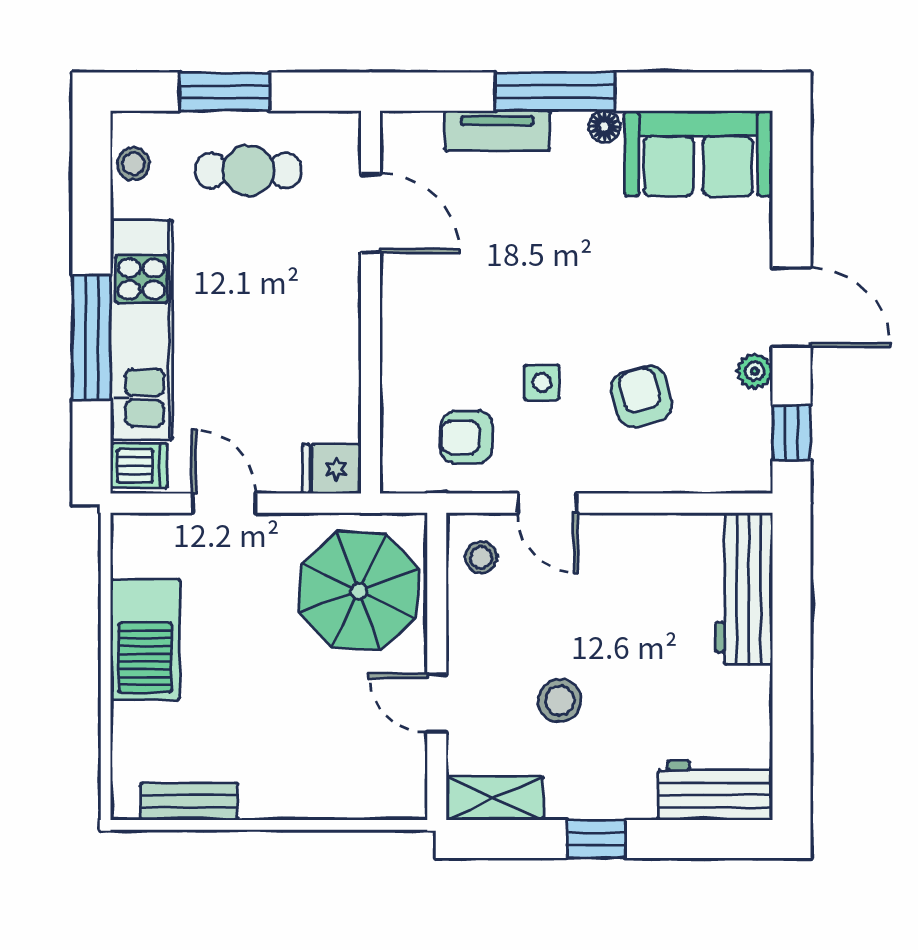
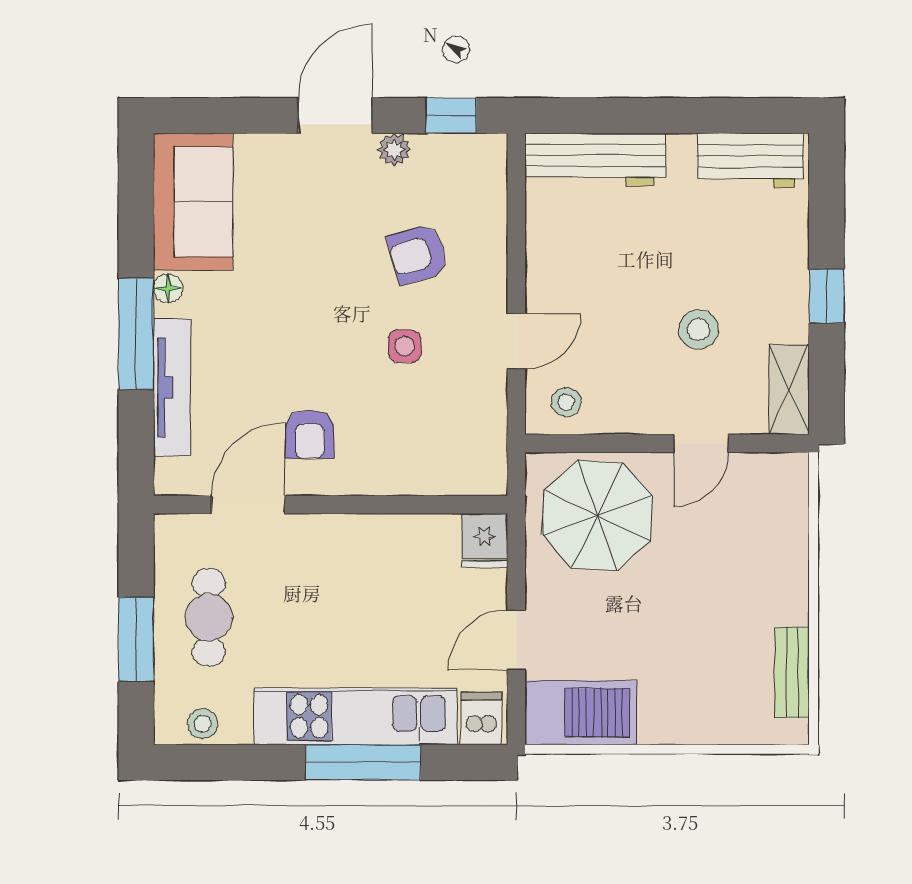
tv unit: (497, 131) -> (172, 387), width x1.41
armchair: (467, 437) -> (310, 434), moved
barbecue: (145, 640) -> (581, 713), moved
workbench: (715, 791) -> (750, 160), moved, turned -90

